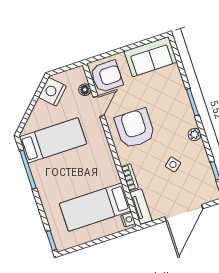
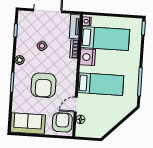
armchair: (107, 76) -> (62, 122), turned 90
nightstand: (52, 92) -> (88, 57), moved, turned 135
armchair: (135, 128) -> (43, 85), moved
bed: (53, 140) -> (101, 84), moved, turned 180

